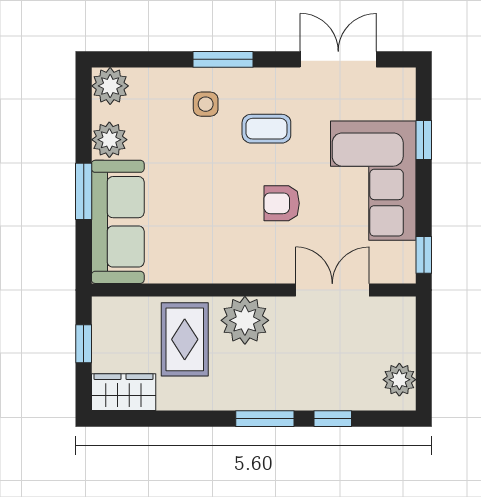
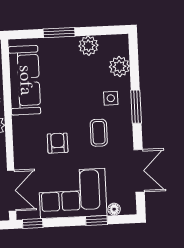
plant: (110, 86) -> (119, 66), moved
floor lamp: (405, 107) -> (114, 209), added
sofa: (118, 222) -> (25, 80), moved, turned -90
double door: (332, 290) -> (12, 191), moved

